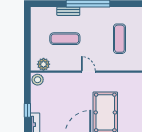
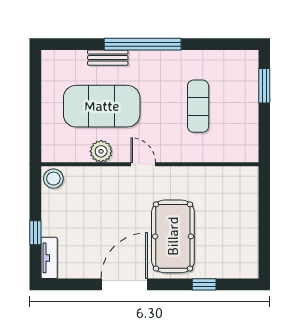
exercise mat: (65, 39) -> (102, 106), width x2.00, depth x1.45
plant: (43, 64) -> (101, 151), moved

